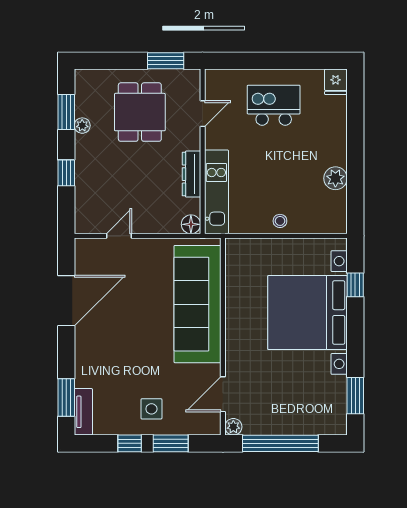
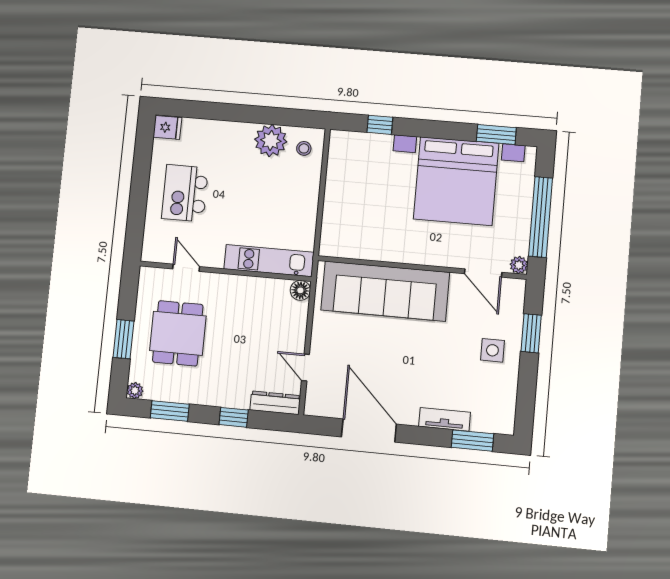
window: (166, 61) -> (123, 339), moved
dining table: (140, 112) -> (178, 333), turned 90
plant: (82, 126) -> (135, 391), moved
dresser: (191, 174) -> (275, 403), moved, turned 180
plant: (335, 178) -> (271, 141), width x1.36, depth x1.36
stool: (280, 221) -> (304, 148), moved
bed with nightstands: (307, 313) -> (456, 181), moved
tv unit: (83, 412) -> (445, 419), moved
window: (130, 443) -> (528, 377), removed

